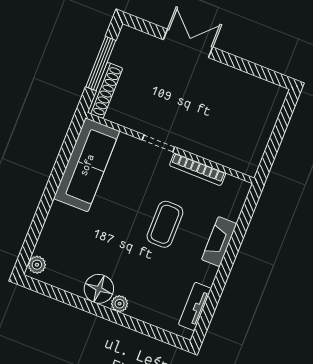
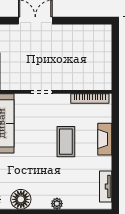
bookcase: (198, 169) -> (90, 98), moved
floor lamp: (99, 289) -> (21, 199), moved

